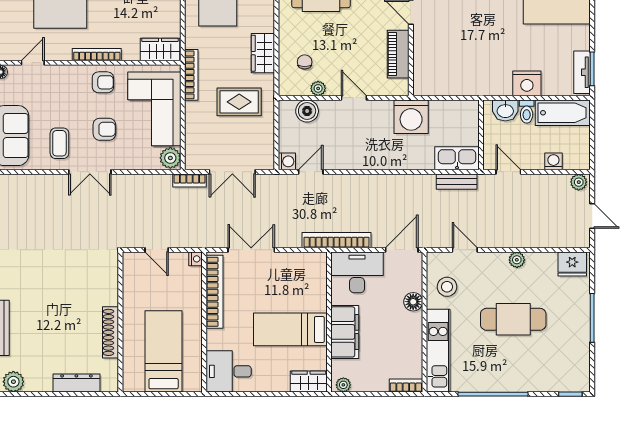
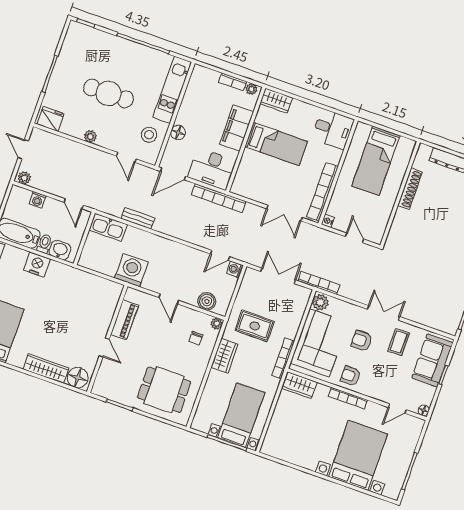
plant: (318, 88) -> (217, 324), moved
bookcase: (190, 181) -> (319, 283), width x1.56
bench: (457, 182) -> (138, 218), moved
bookcase: (406, 386) -> (233, 82), moved

